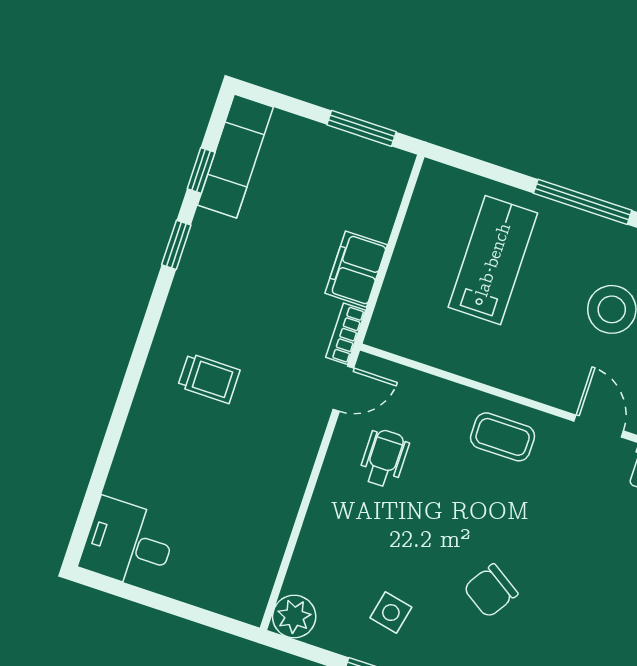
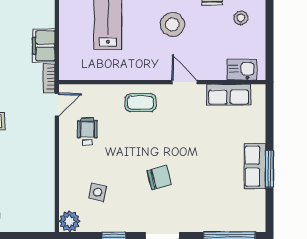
chair: (491, 591) -> (159, 178), turned -138
side table: (391, 613) -> (98, 192), moved

